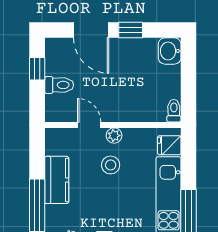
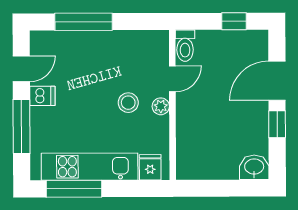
toilet: (59, 85) -> (185, 46), moved
toilet: (174, 111) -> (188, 172), removed
kitchen counter: (57, 180) -> (112, 43), removed

